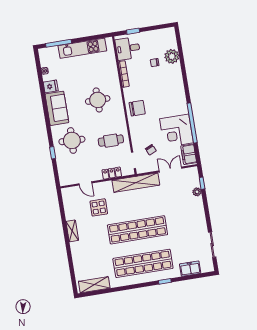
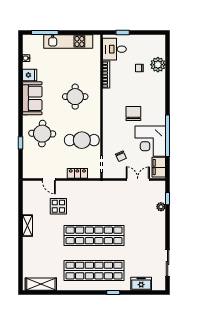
chair: (137, 108) -> (133, 114), moved, turned -90
cafe table: (111, 141) -> (82, 140), width x1.37, depth x1.35
shelving: (136, 183) -> (100, 187), removed

